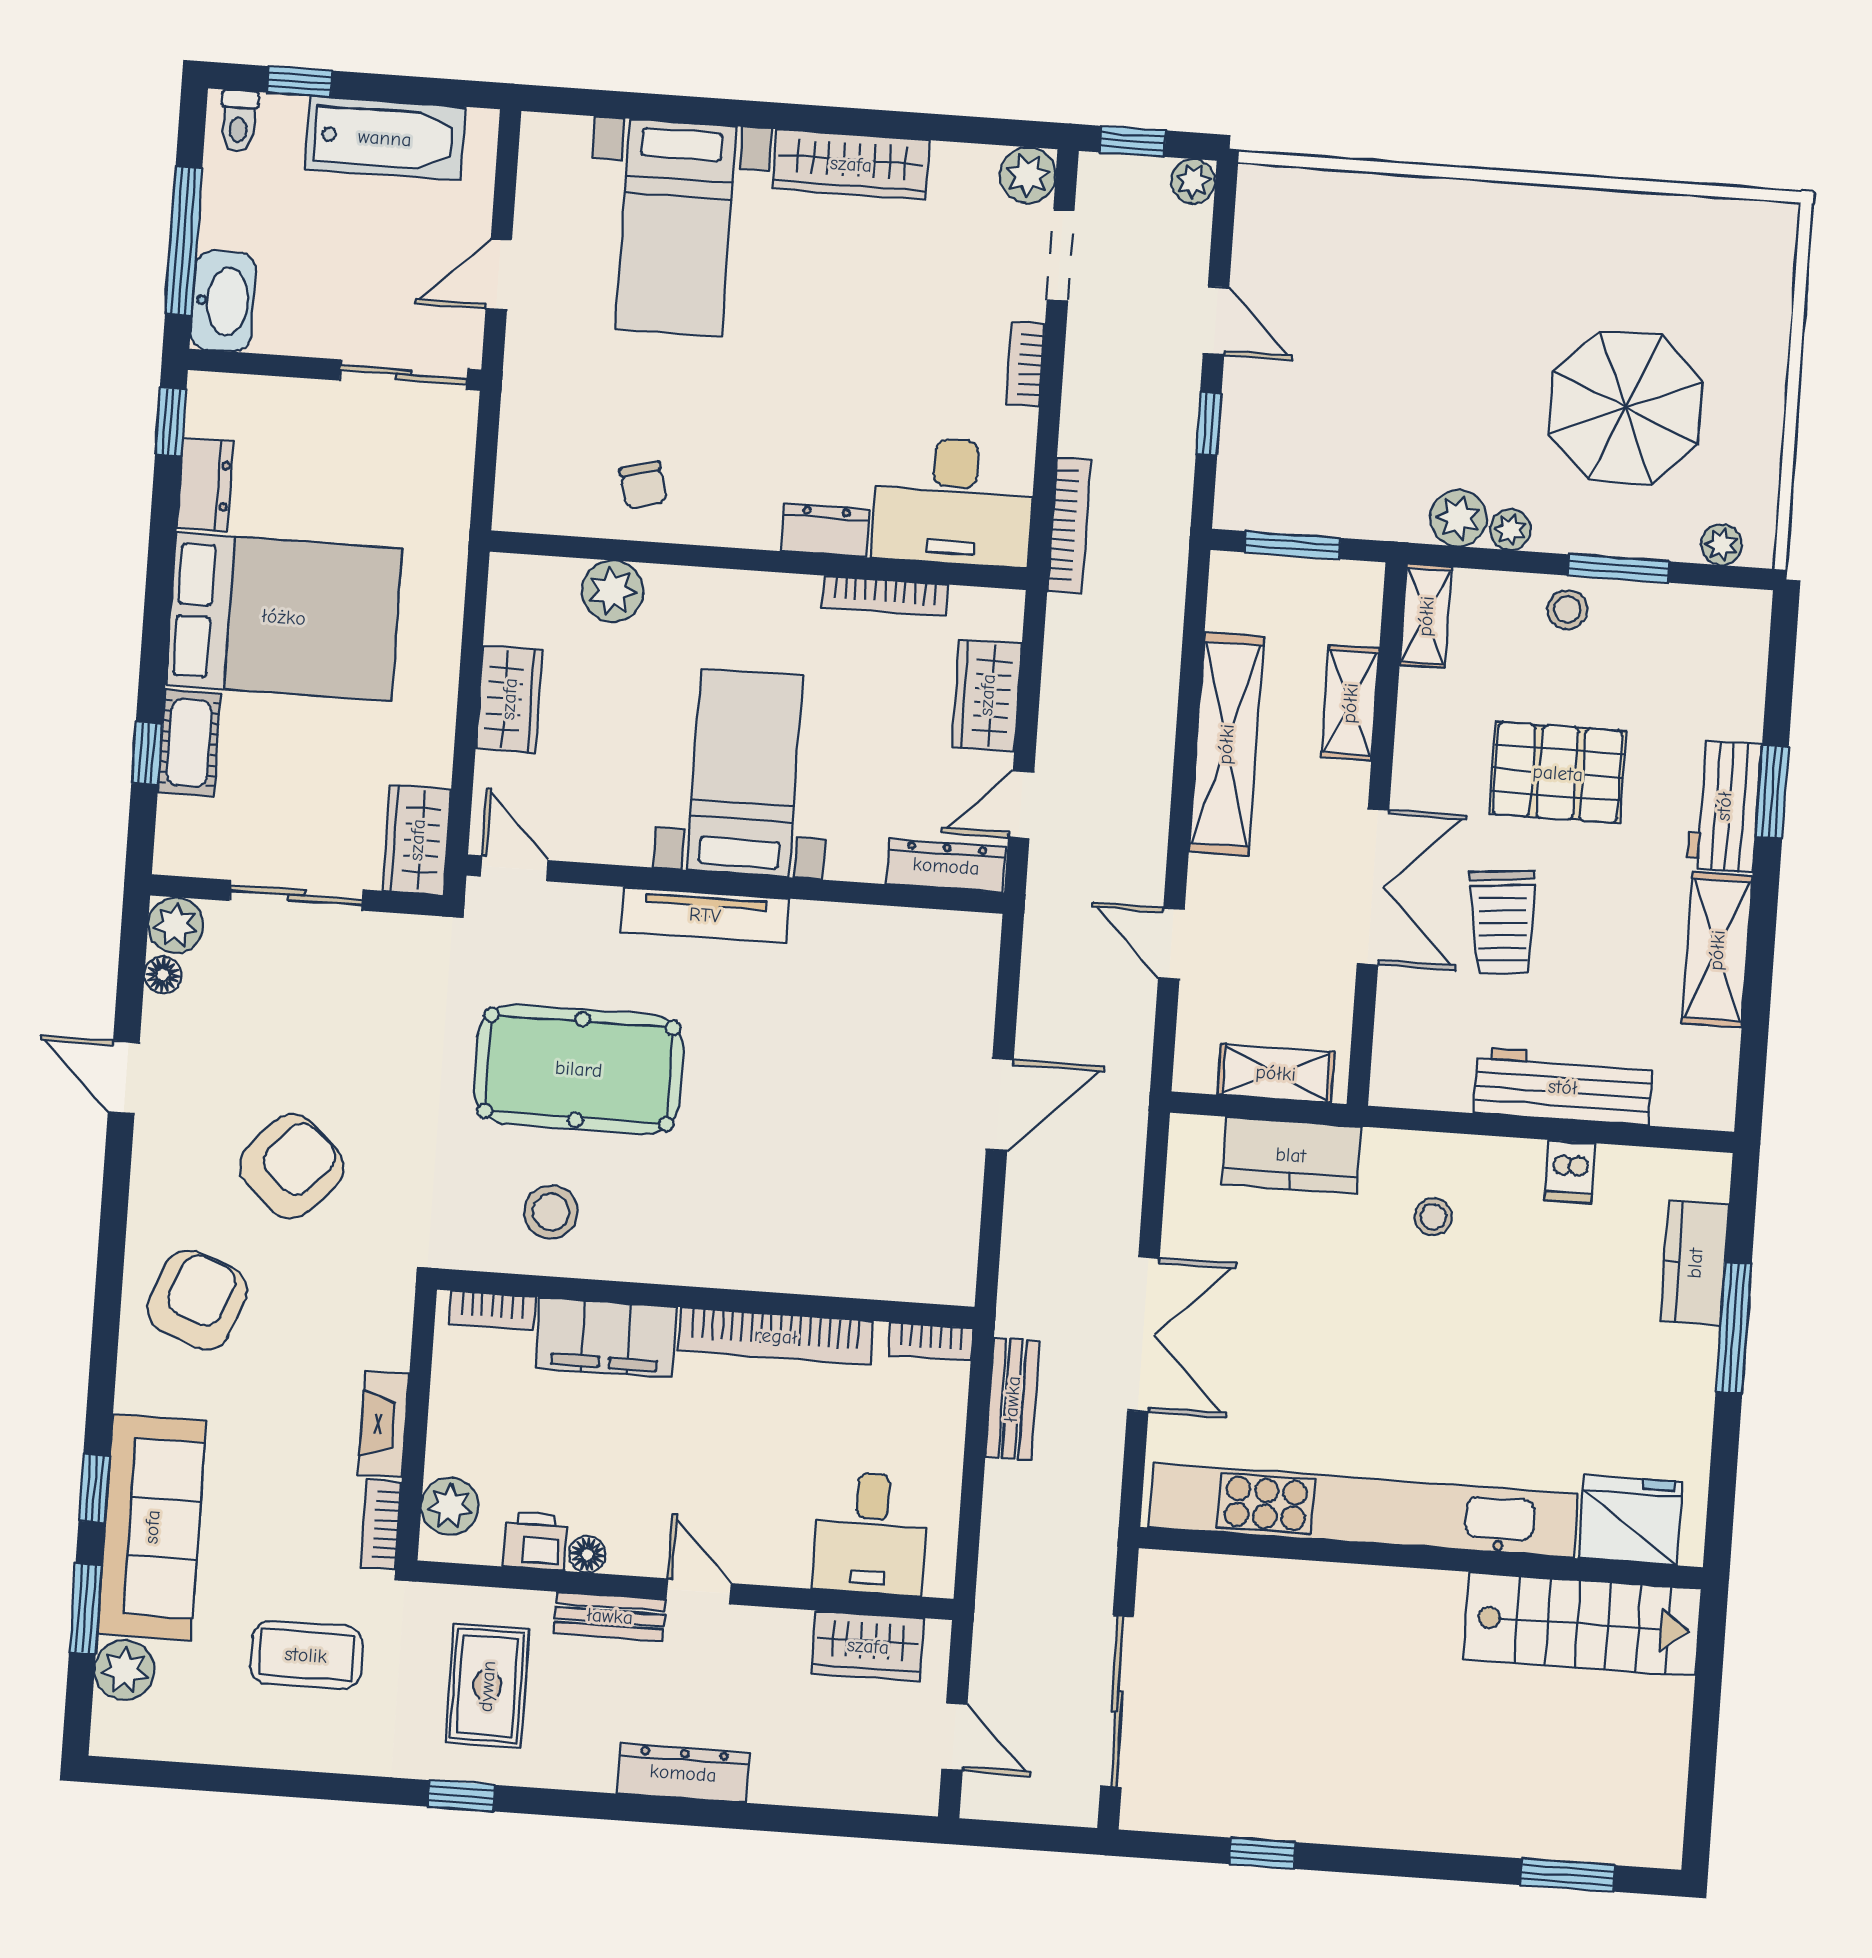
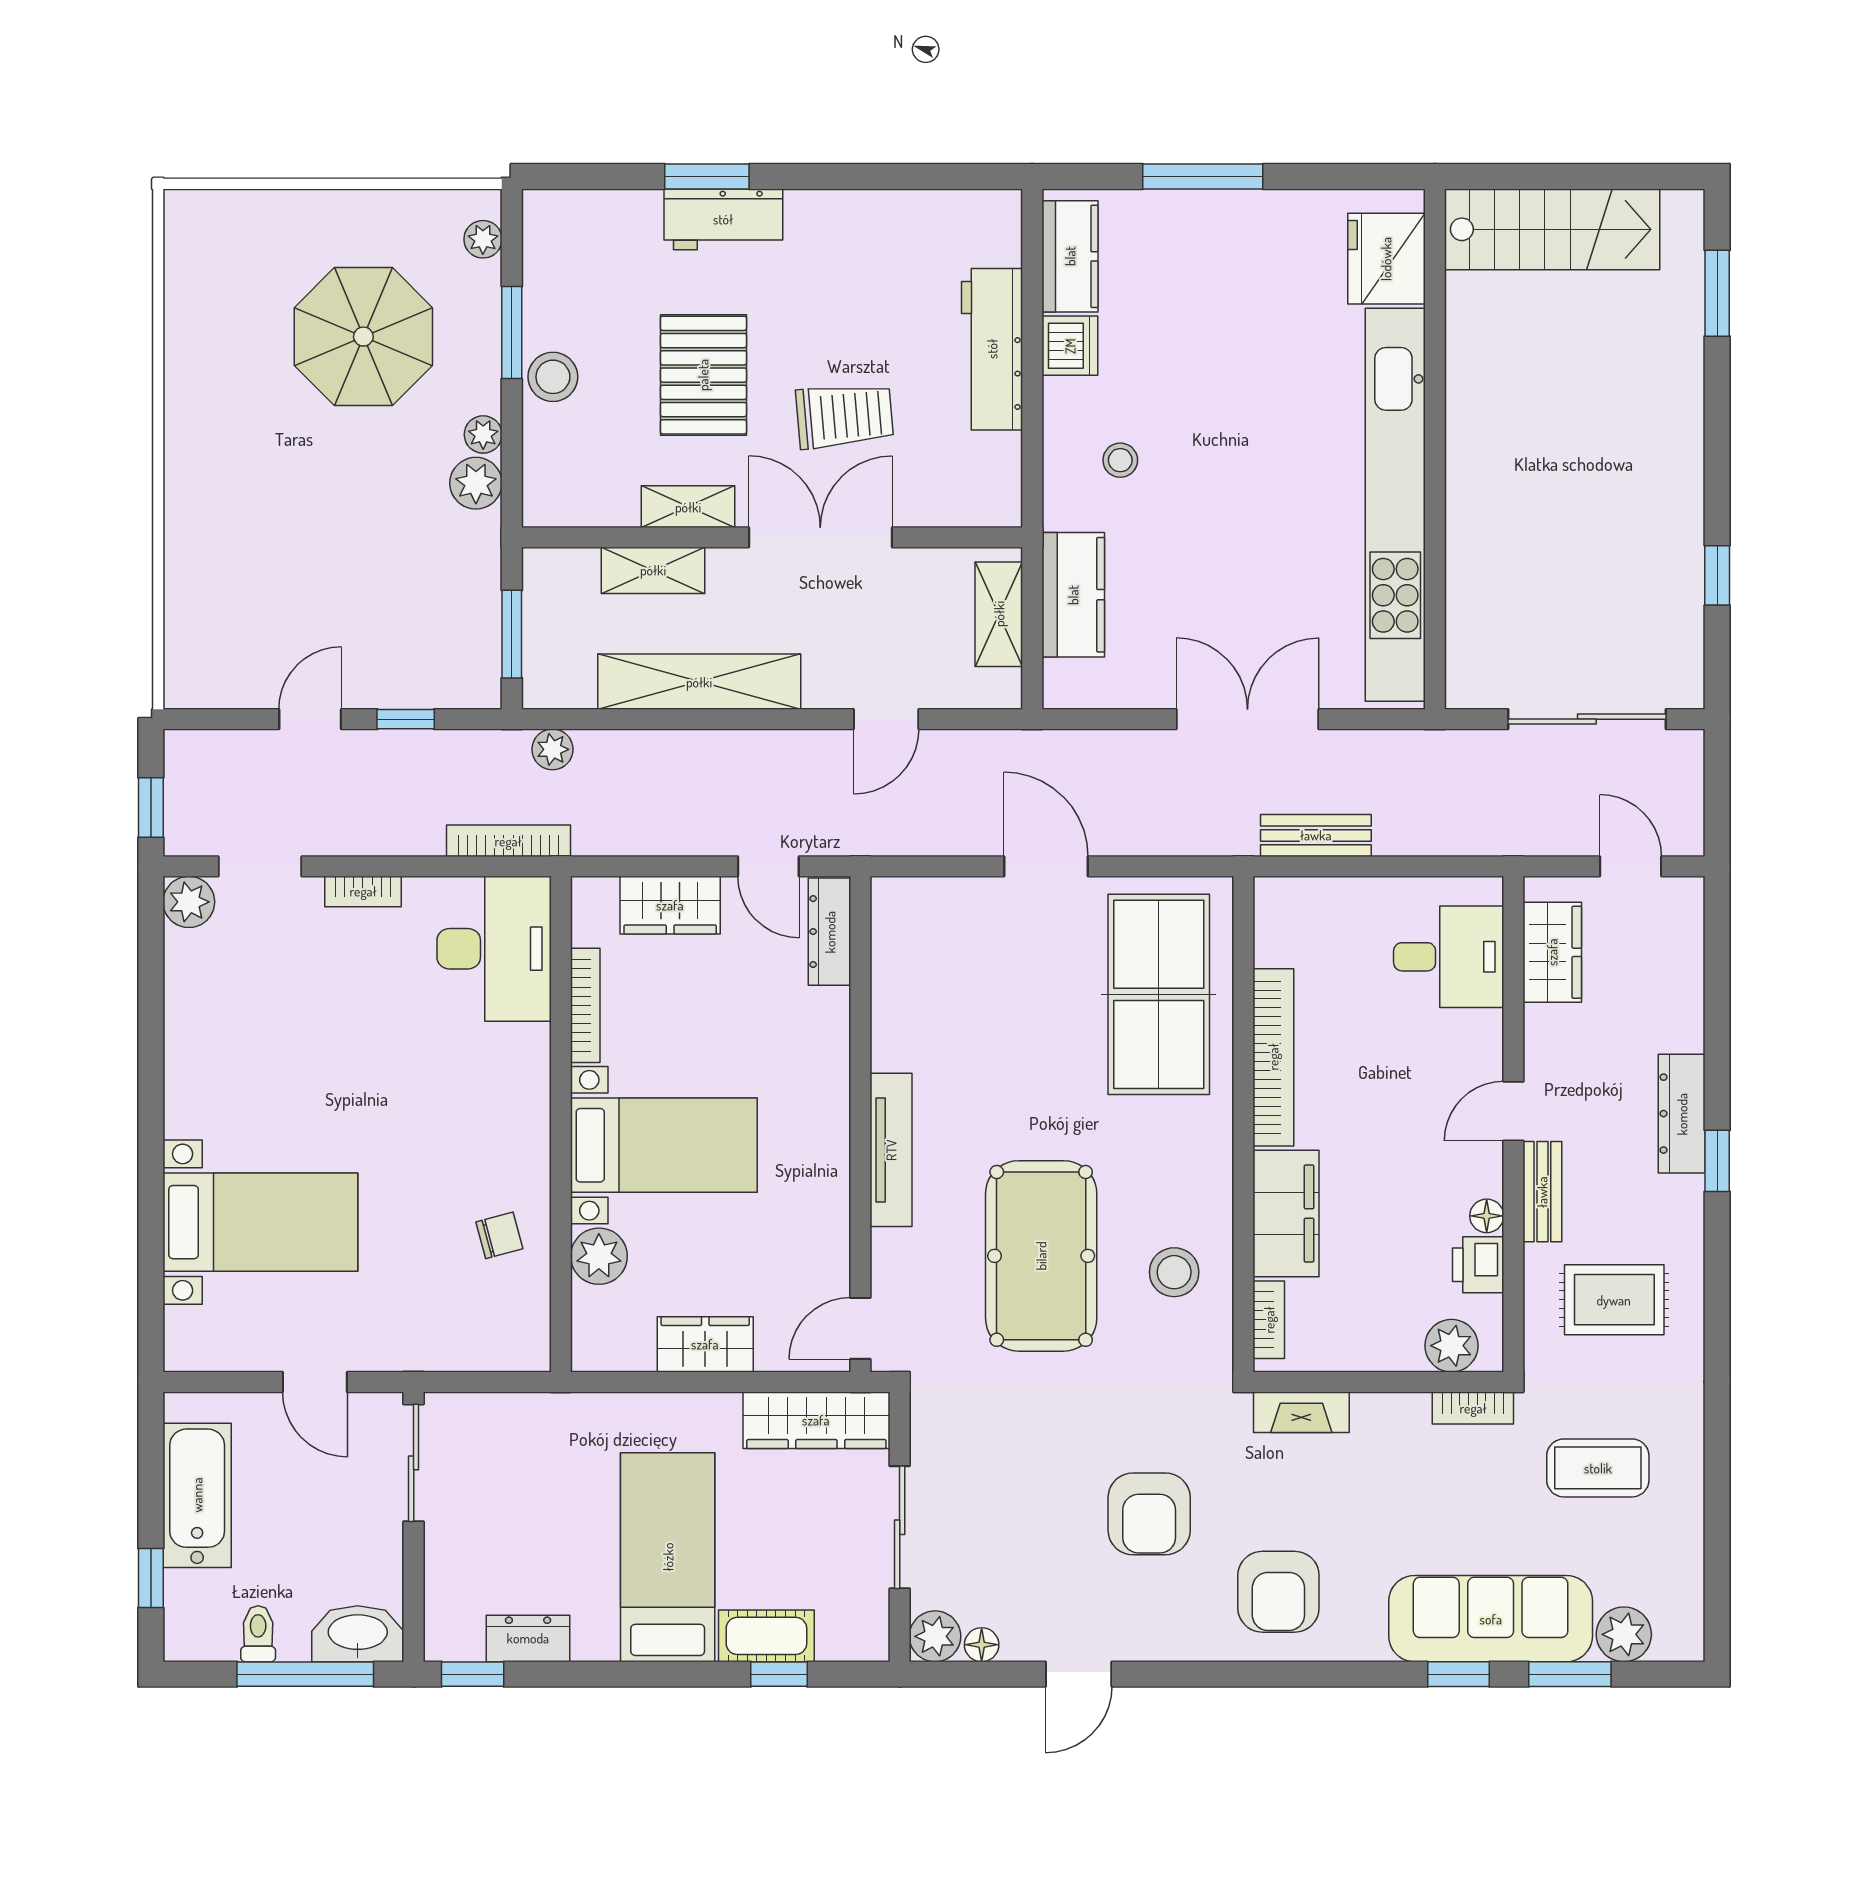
toilet: (239, 121) -> (258, 1634), moved, turned -90
wardrobe: (851, 164) -> (191, 1065), removed
plant: (1193, 181) -> (553, 749), moved
dresser: (825, 530) -> (529, 1065), removed
stool: (1567, 610) -> (553, 377), width x1.37, depth x1.37
shelving: (1426, 616) -> (688, 507), moved
bed: (284, 617) -> (668, 1557), width x0.67
bed with nightstands: (745, 773) -> (664, 1145), moved, turned 180
wardrobe: (417, 840) -> (816, 1420), width x1.50
shelving: (1717, 950) -> (856, 217), removed
armchair: (292, 1166) -> (1149, 1514), turned -133
dishwasher: (1570, 1172) -> (1070, 346), width x1.38
table tennis table: (853, 1217) -> (1159, 994), added
kitchen counter: (1695, 1263) -> (1070, 256), moved, turned -90
armchair: (197, 1300) -> (1278, 1592), turned -111
bookcase: (931, 1342) -> (1268, 914), removed
fireplace: (384, 1424) -> (1301, 1412), moved
stairs: (1582, 1624) -> (1552, 229), moved, turned 90
coffee table: (306, 1655) -> (1598, 1468), turned 90
door: (954, 1737) -> (1631, 866), hinge flipped
window: (461, 1796) -> (1717, 1161), moved

